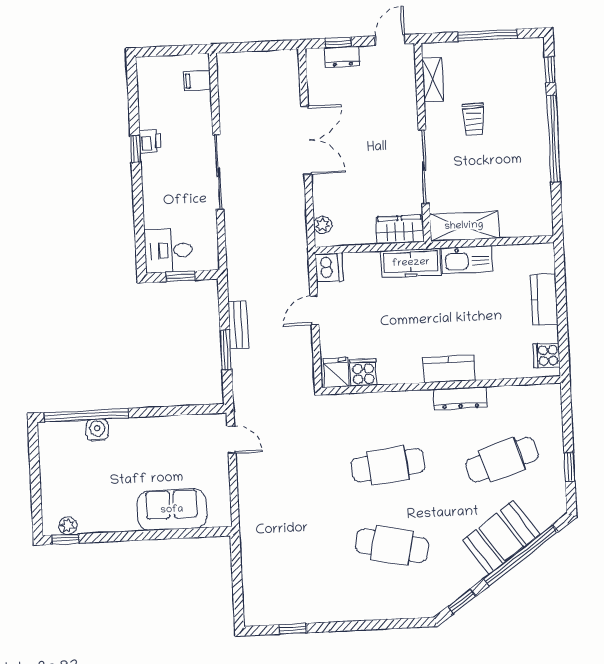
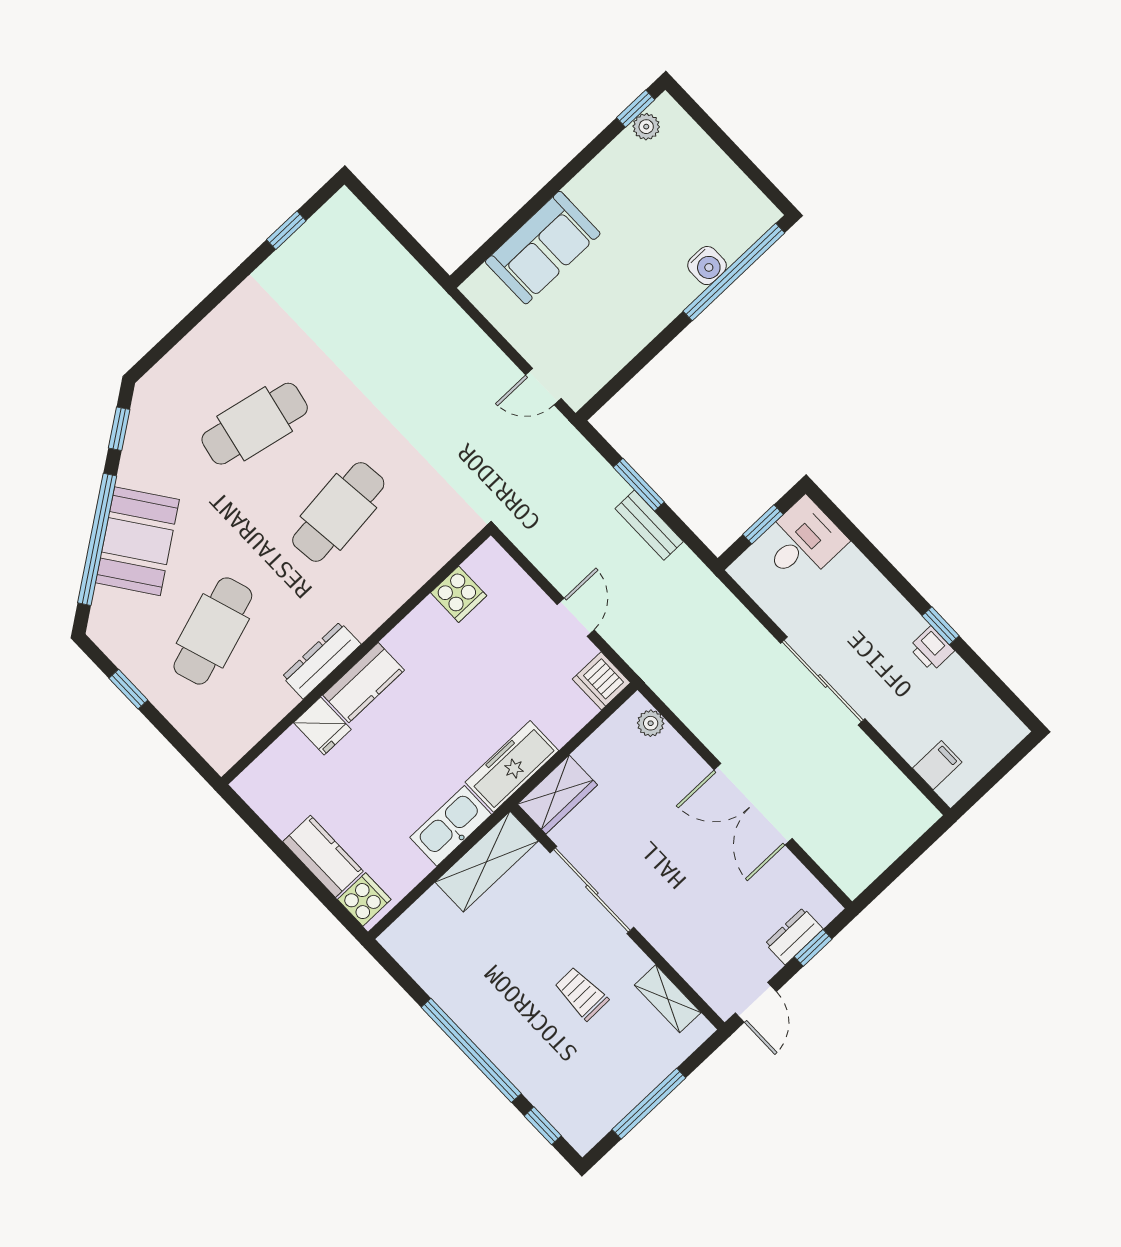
cooker: (547, 355) -> (364, 899), moved
fridge: (336, 372) -> (322, 726), moved

